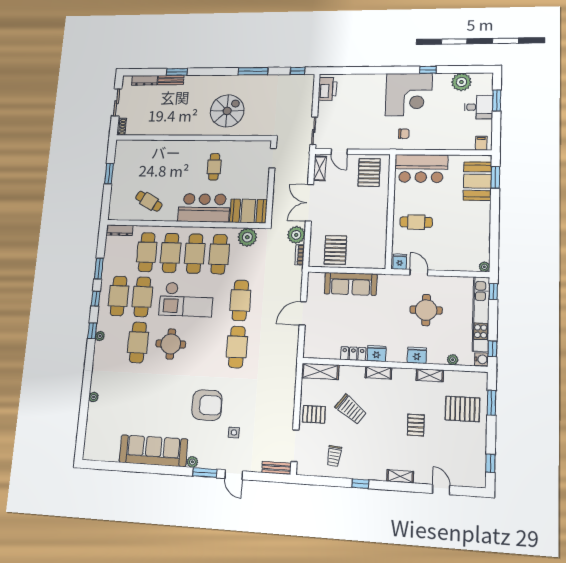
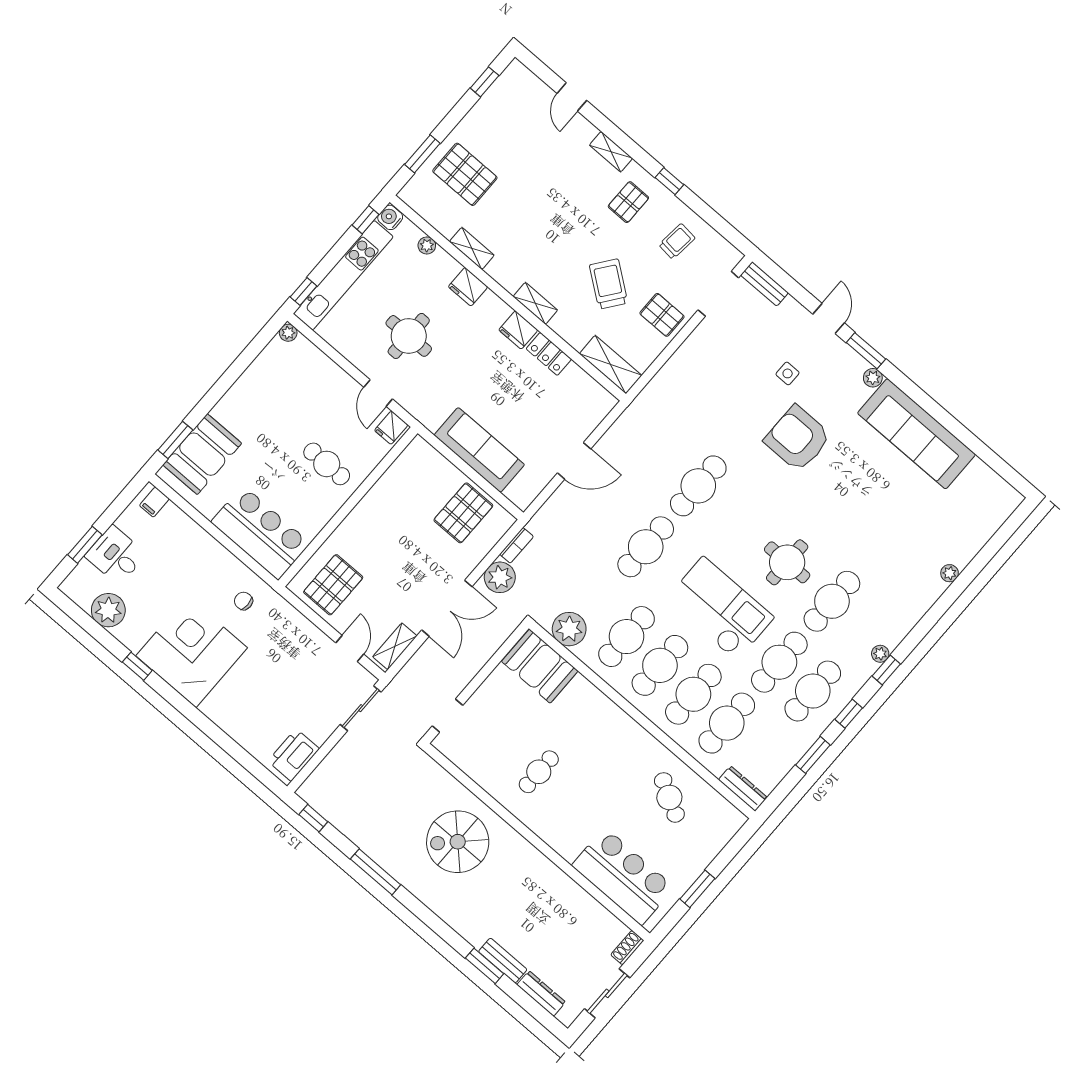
bar counter: (204, 208) -> (623, 876), moved, turned 180
pallet: (416, 425) -> (628, 202), moved

